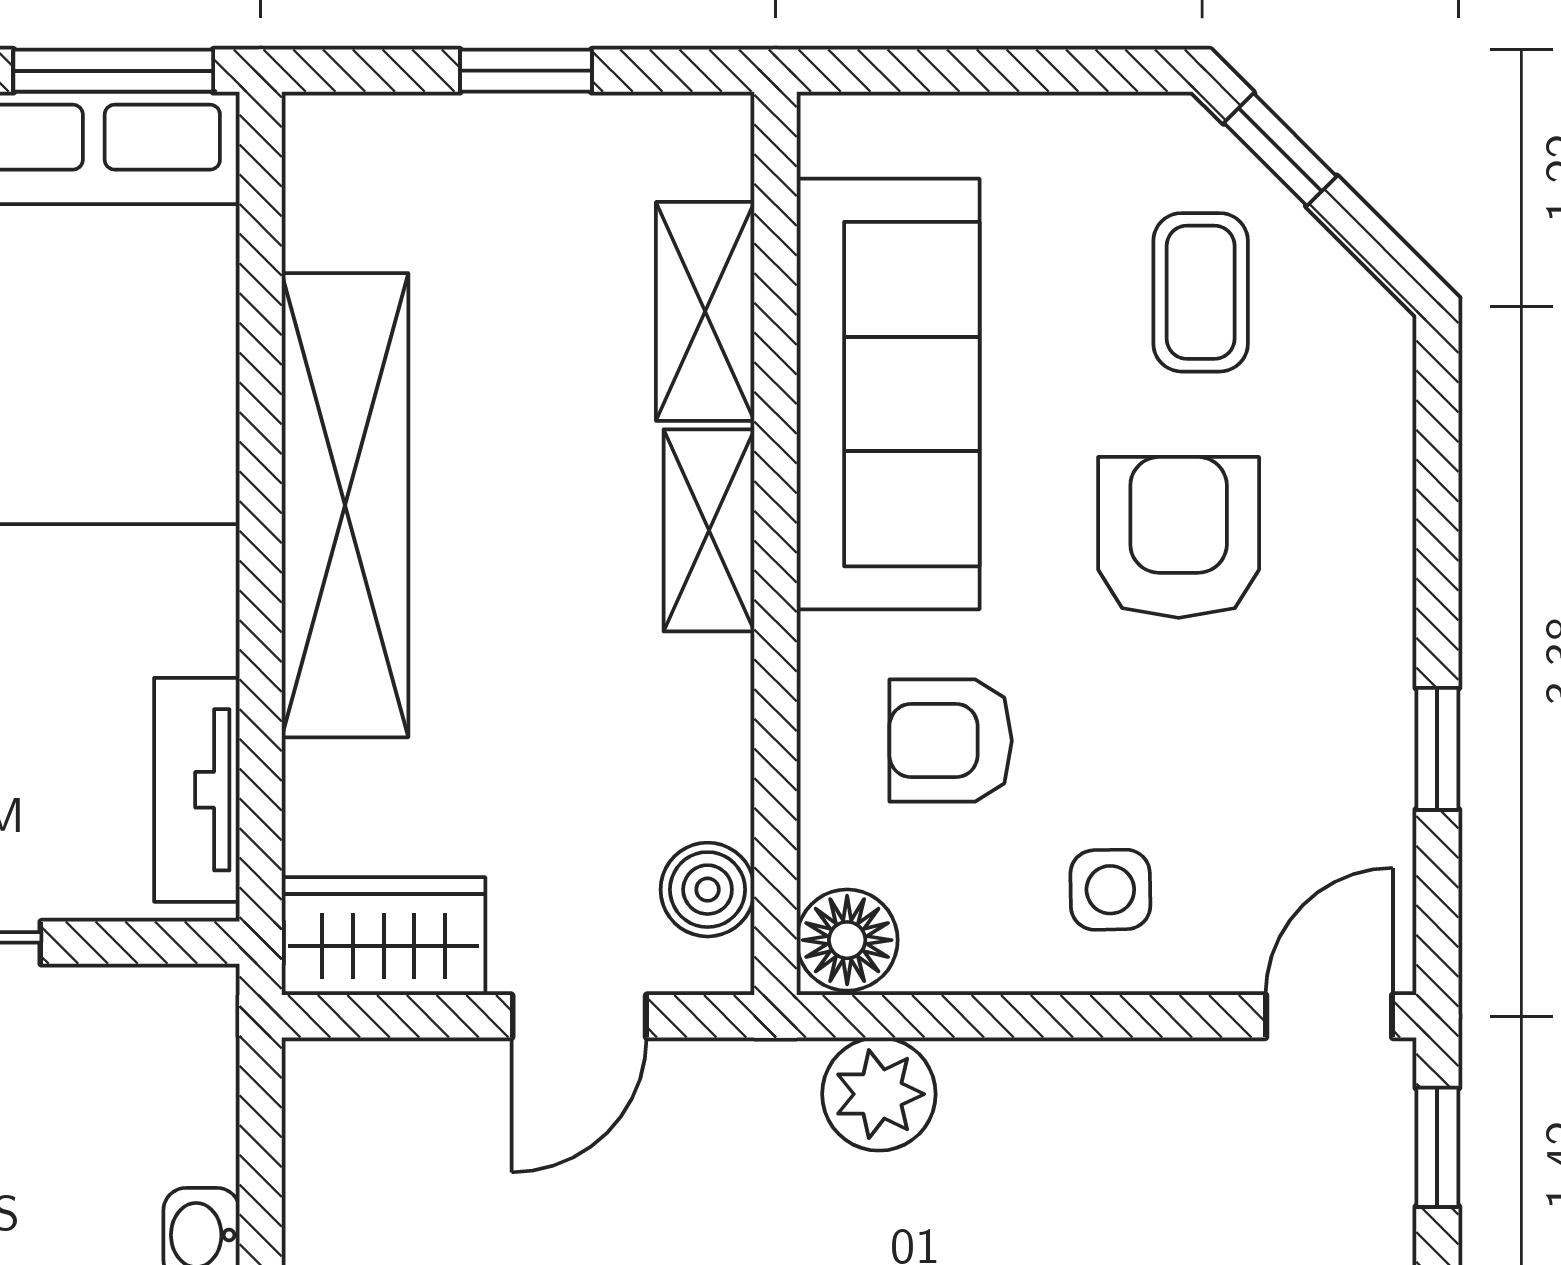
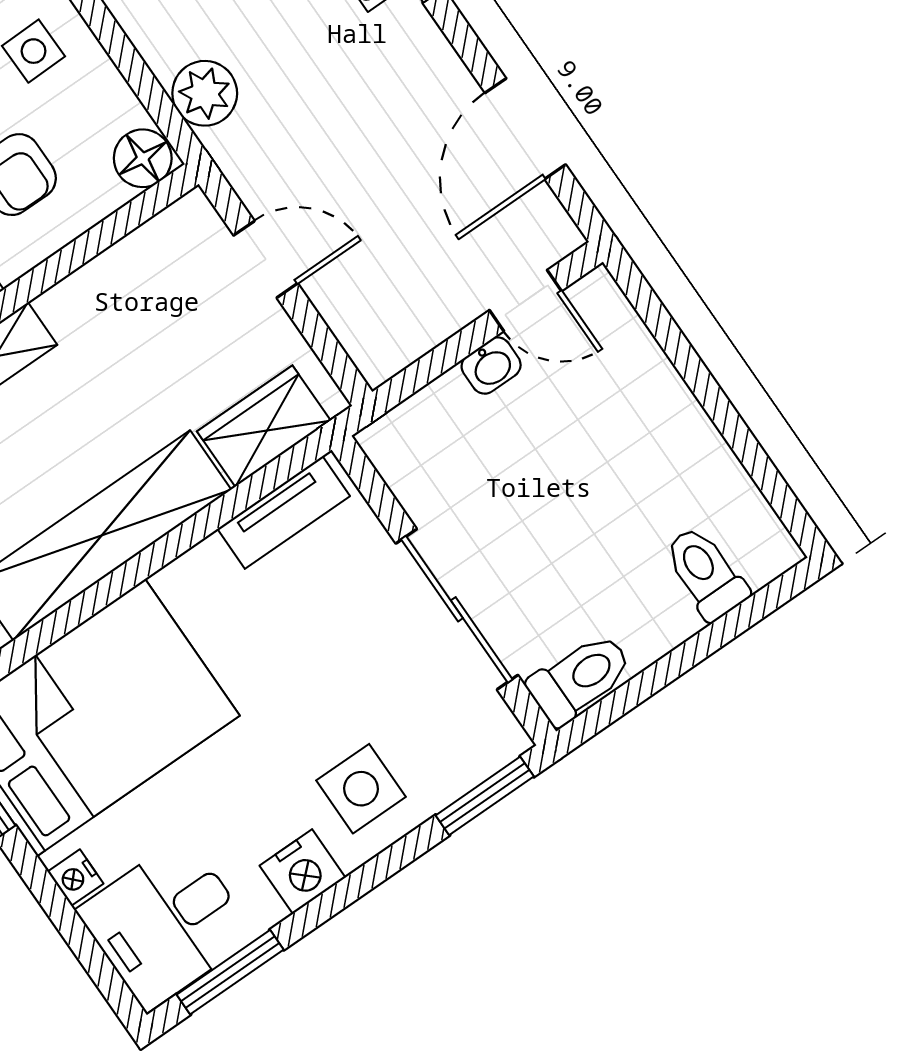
boiler: (708, 890) -> (164, 240), removed
wardrobe: (384, 936) -> (264, 426), moved, turned 90

